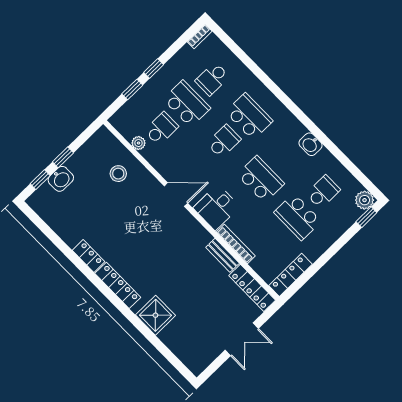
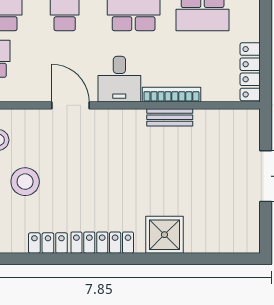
door: (176, 195) -> (71, 105), hinge flipped
stool: (110, 211) -> (25, 182), added
locker: (252, 288) -> (227, 119), removed

